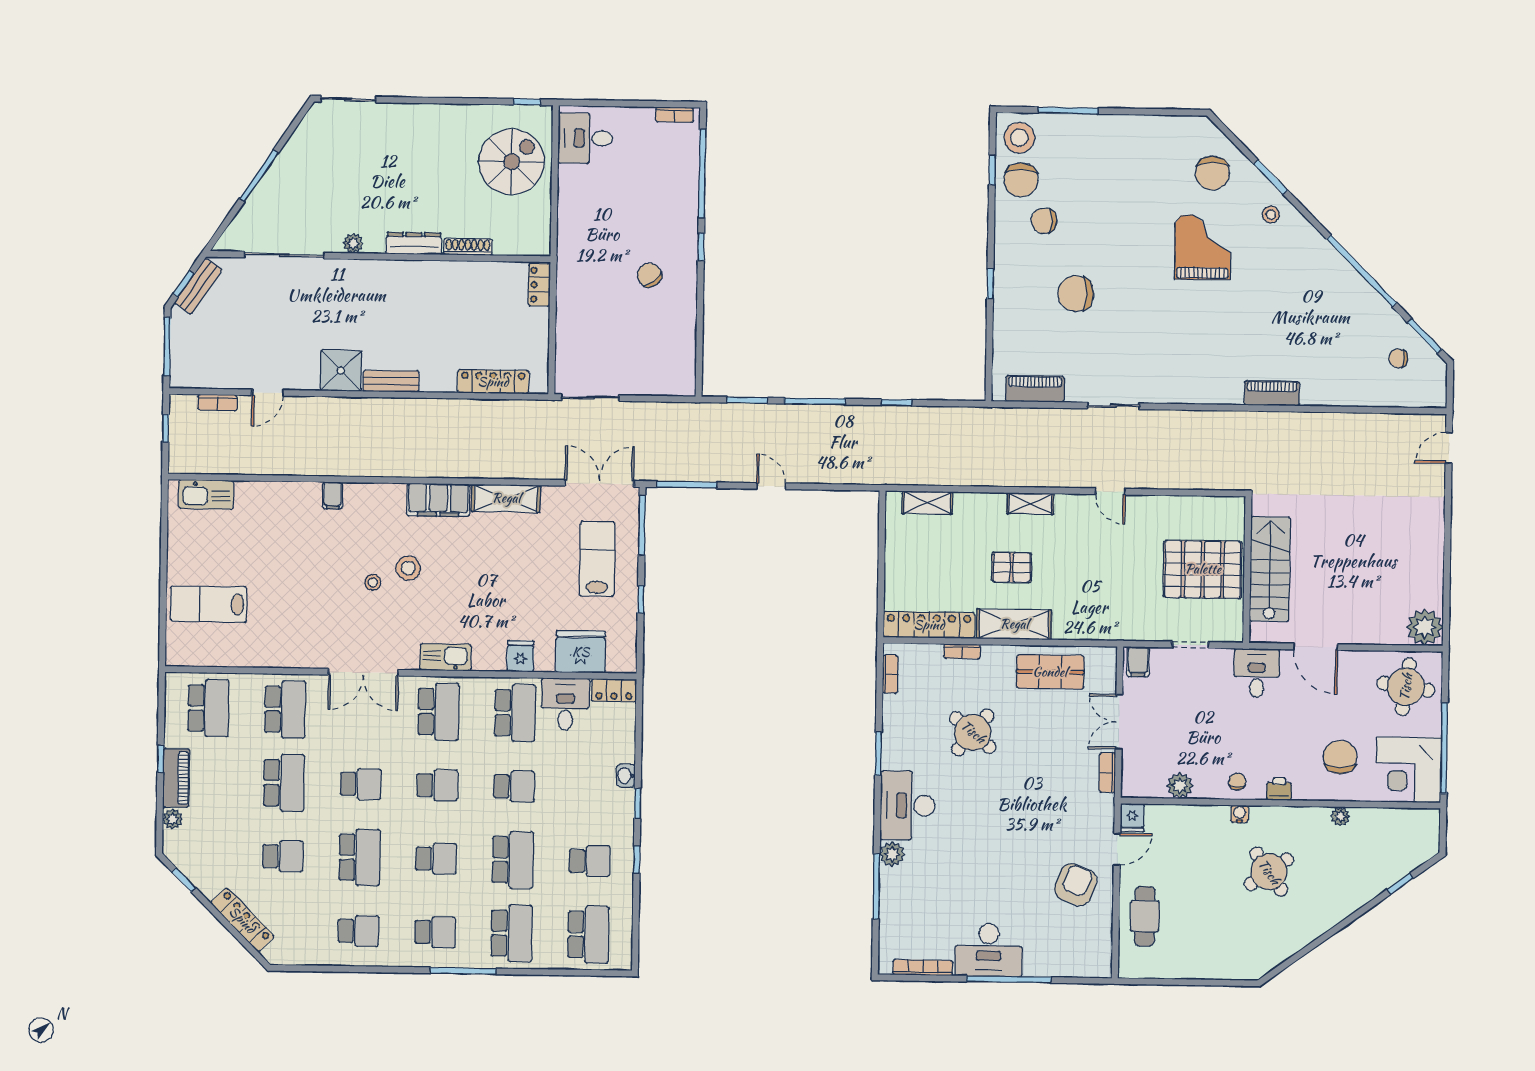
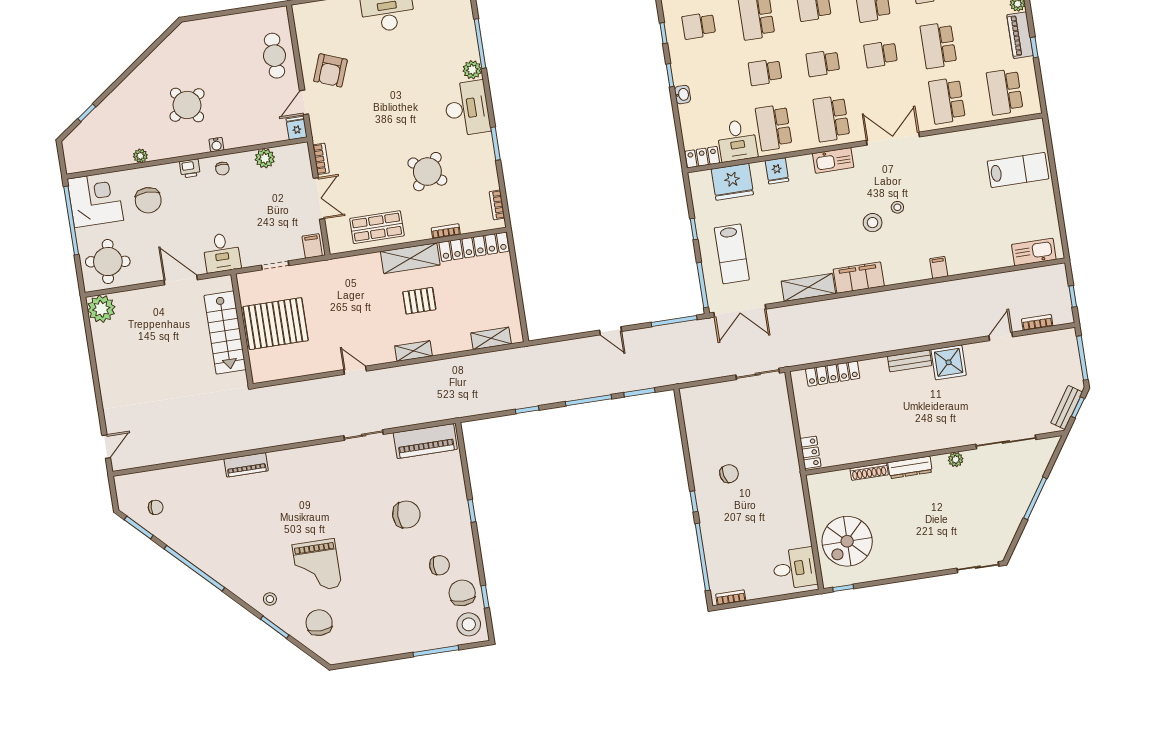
chair: (649, 275) -> (729, 474), turned -64
piano: (1035, 389) -> (425, 441), width x1.37, depth x1.33

